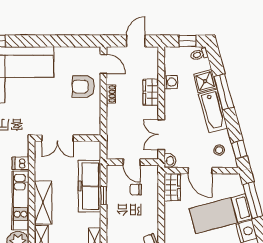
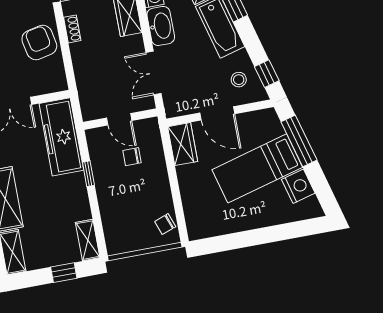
armchair: (83, 87) -> (39, 42), moved, turned 78
washbasin: (170, 161) -> (161, 26), moved, width x1.91, depth x1.45
freezer: (90, 186) -> (61, 137), moved

